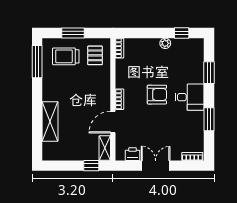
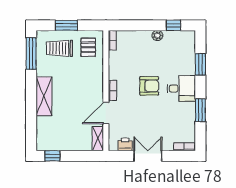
shelving: (50, 121) -> (44, 96), moved
window: (91, 166) -> (52, 156), moved

